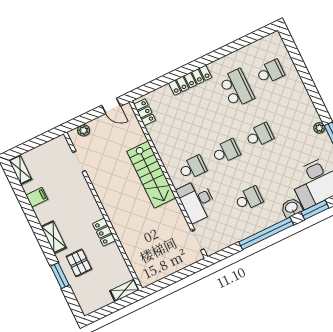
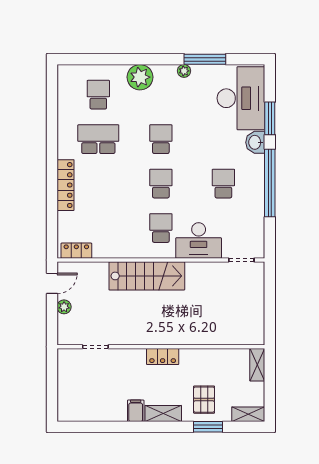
plant: (299, 97) -> (140, 77), added
plant: (84, 130) -> (64, 307), moved
shelving: (20, 170) -> (248, 414), moved
filing cabinet: (37, 197) -> (136, 411), moved
locker: (104, 232) -> (163, 357), moved
pallet: (79, 263) -> (204, 400), turned 90

